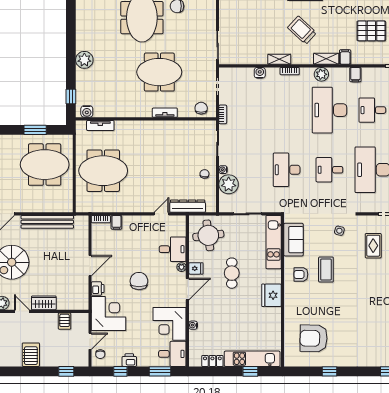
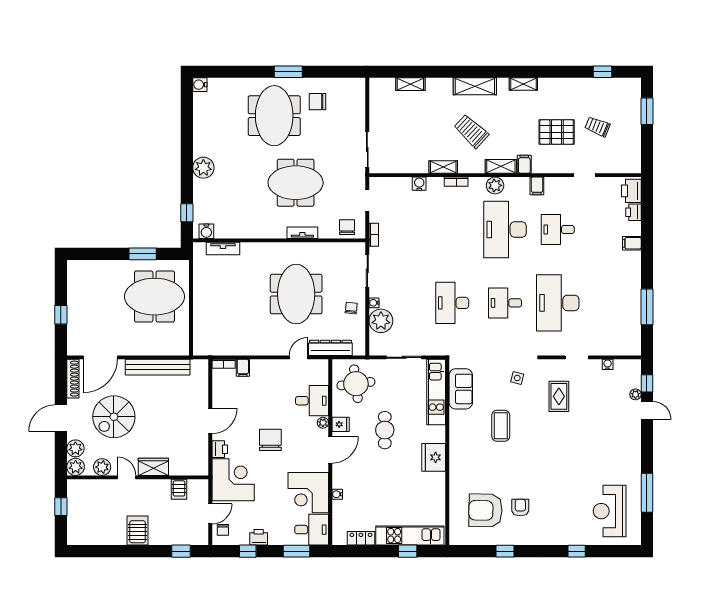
meeting table: (103, 171) -> (296, 294), moved, turned 90
armchair: (301, 274) -> (520, 507), moved, turned 90

